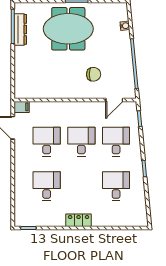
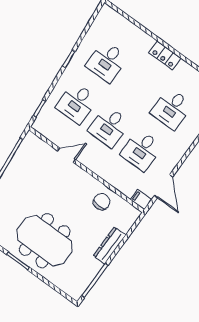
dresser: (20, 29) -> (110, 245), moved
chair: (94, 74) -> (102, 202), moved, turned 90
door: (114, 100) -> (66, 155), moved

